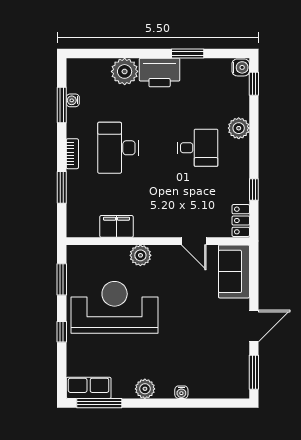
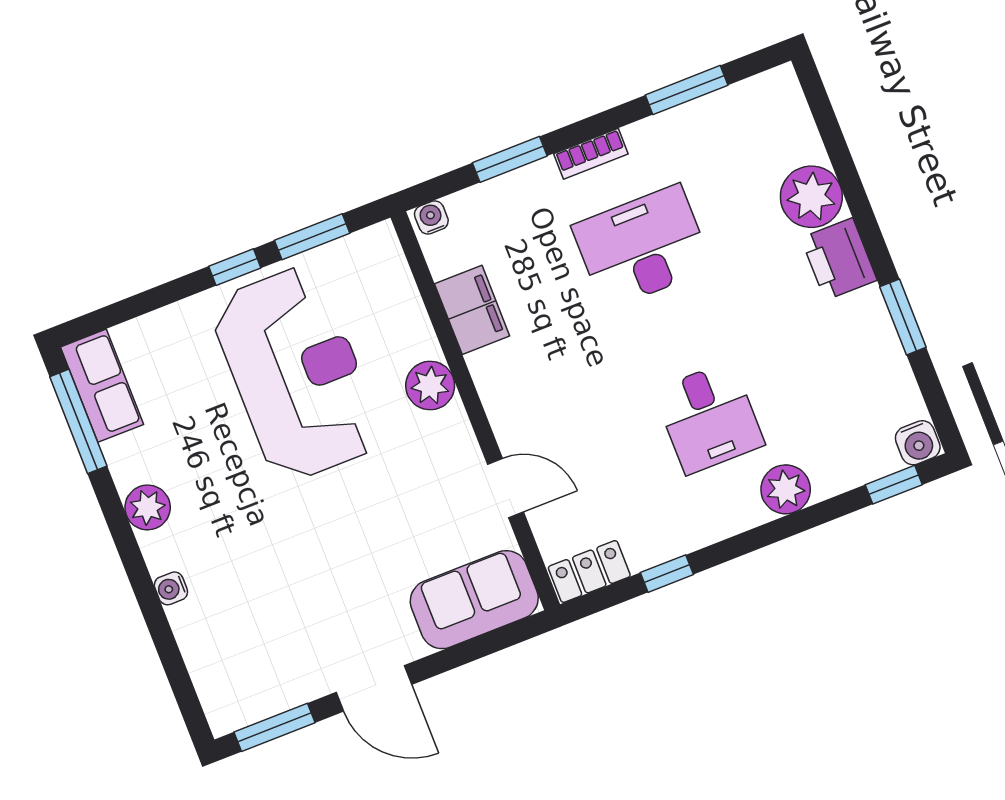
printer: (160, 73) -> (839, 259), width x0.73, depth x0.84
water cooler: (73, 100) -> (431, 217), moved
door: (194, 241) -> (505, 488), swing flipped
window: (62, 332) -> (235, 267), moved

